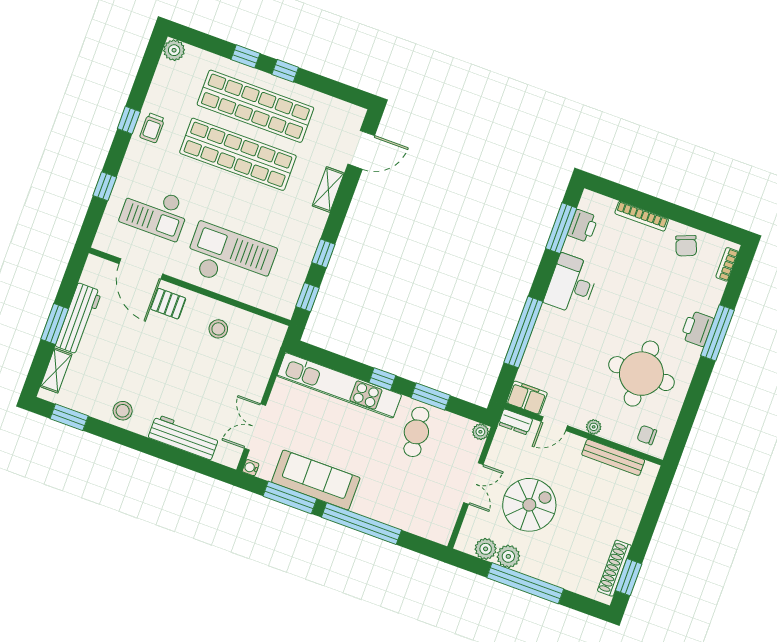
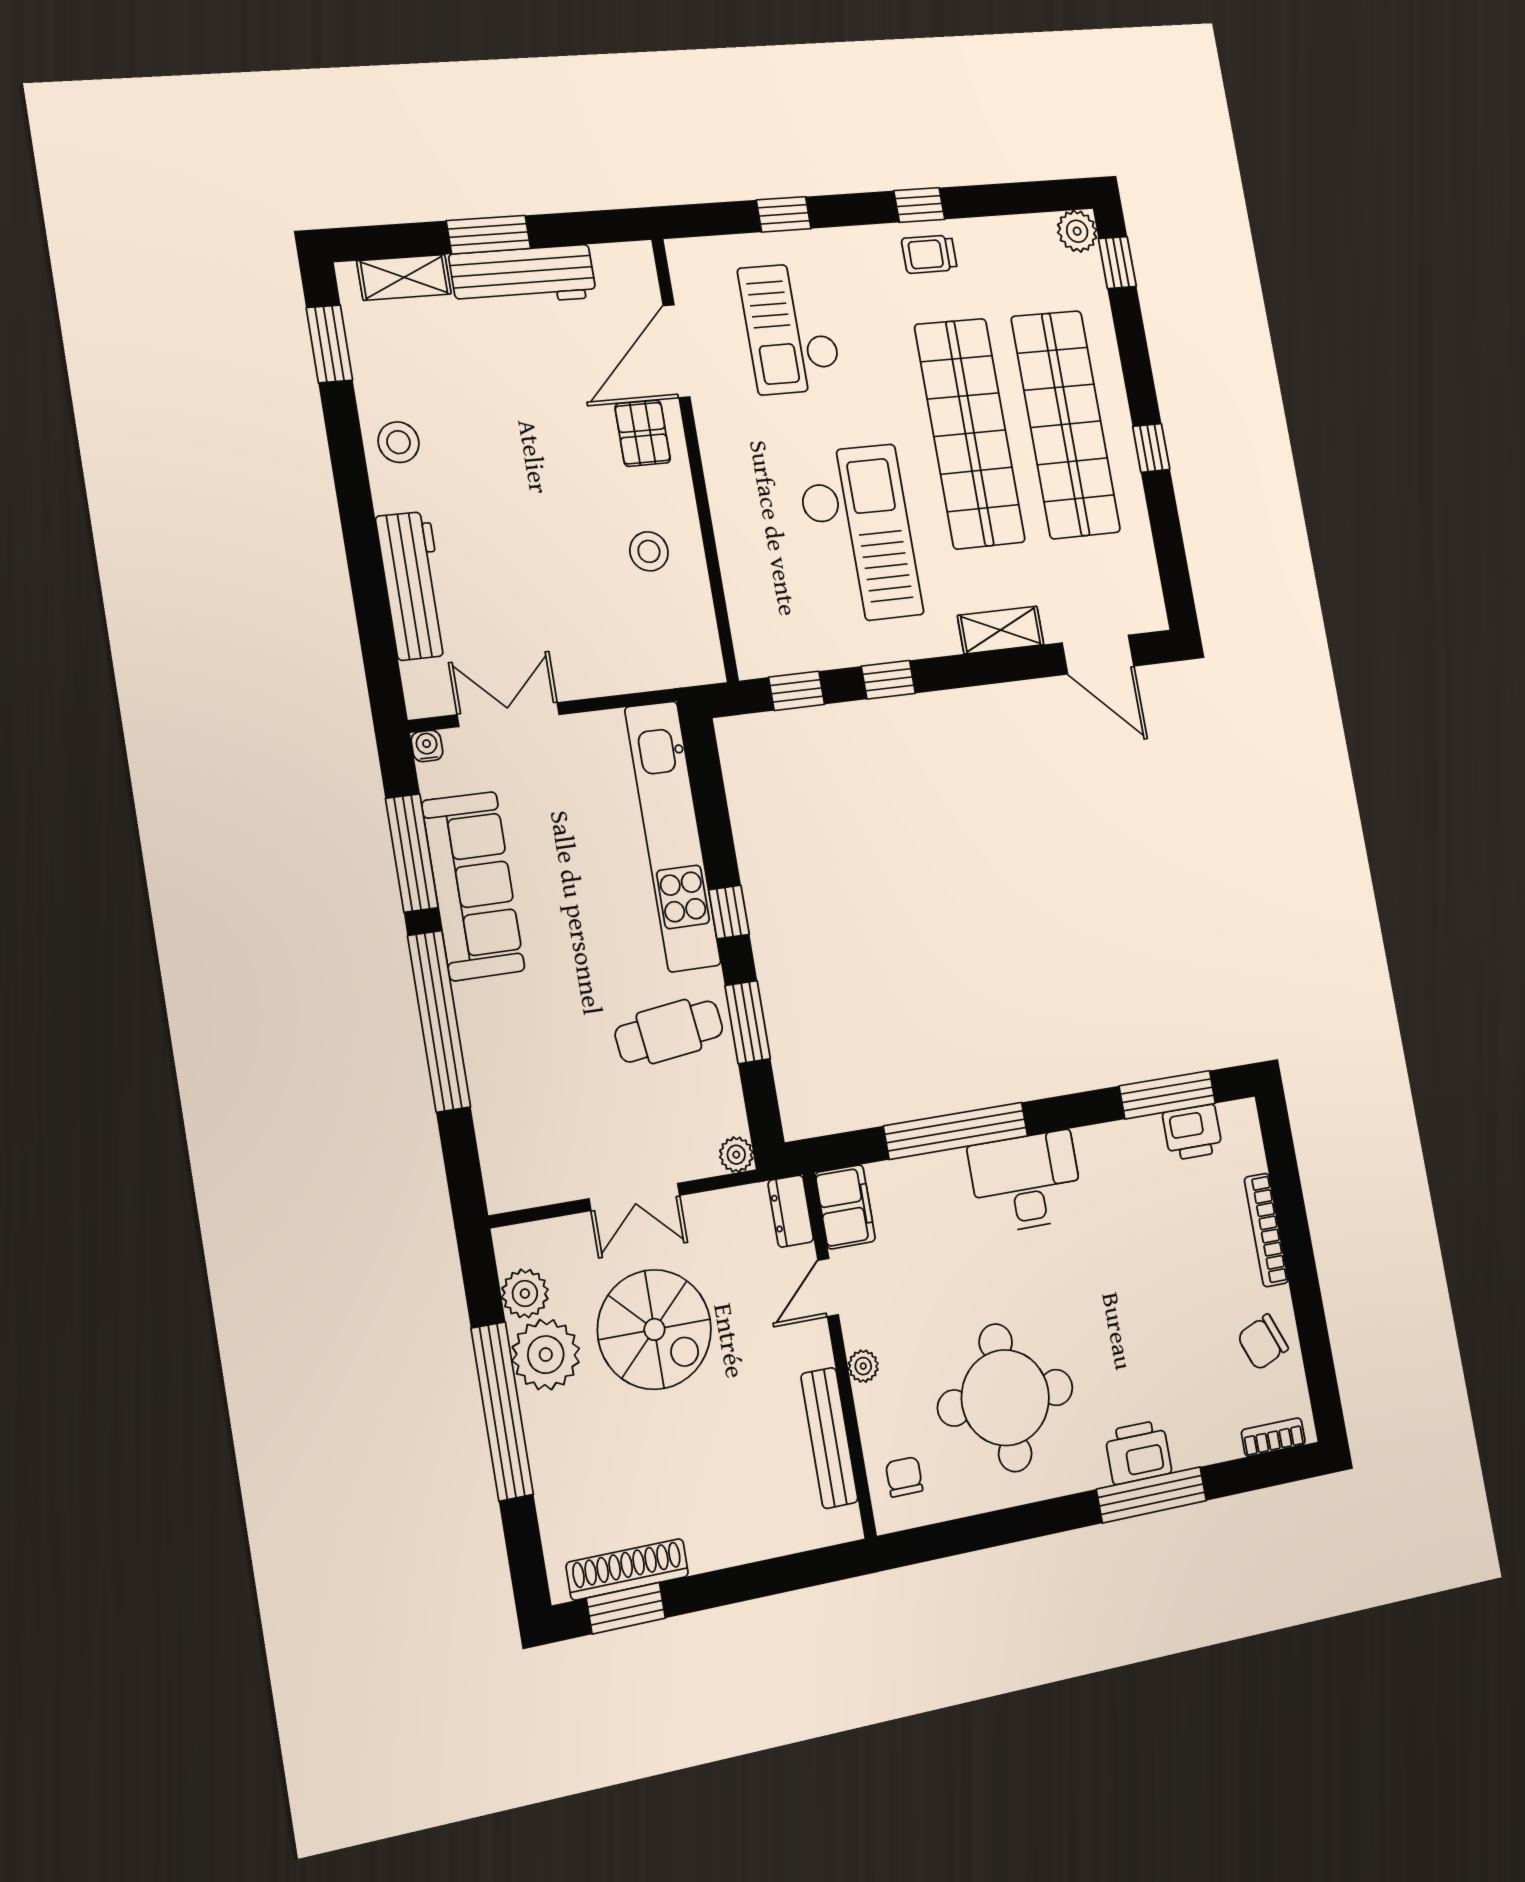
window: (246, 56) -> (1117, 263), moved
checkout: (230, 259) -> (859, 534), moved
desk: (572, 284) -> (1026, 1182), moved
door: (554, 424) -> (828, 1287), hinge flipped
plant: (508, 556) -> (546, 1355), width x1.36, depth x1.36

